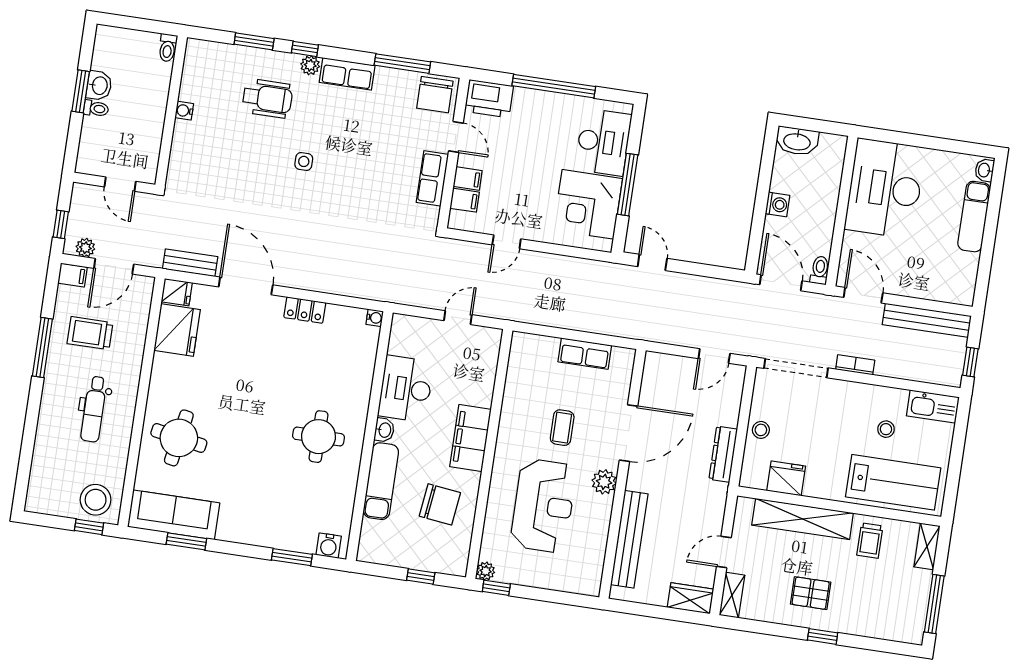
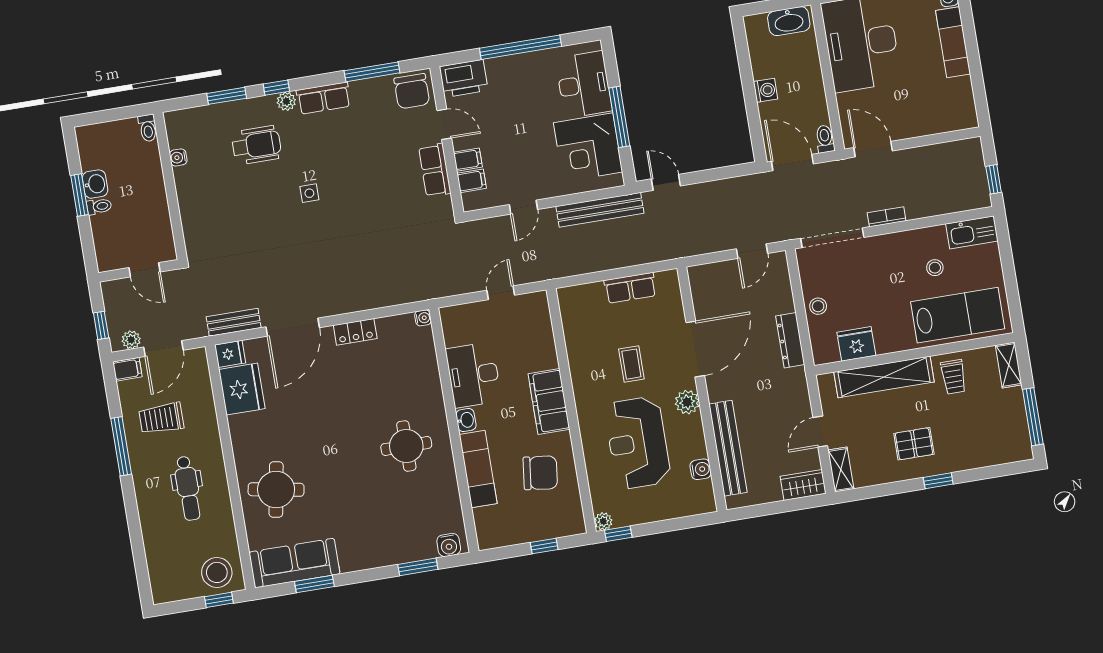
water cooler: (184, 111) -> (178, 157), moved
washbasin: (797, 141) -> (789, 21), moved
door: (246, 286) -> (293, 327), swing flipped
bench: (927, 320) -> (600, 210), moved
reception desk: (543, 506) -> (638, 443), turned 180
water cooler: (596, 551) -> (701, 469), added

